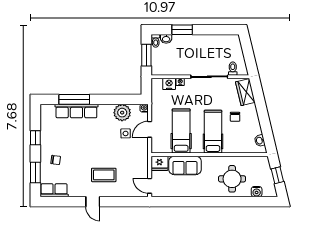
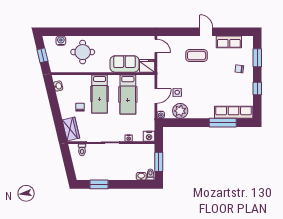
window: (182, 30) -> (99, 184), moved
nightstand: (169, 84) -> (149, 136), moved
row of seats: (76, 111) -> (234, 112), moved
row of seats: (54, 190) -> (229, 42), moved

